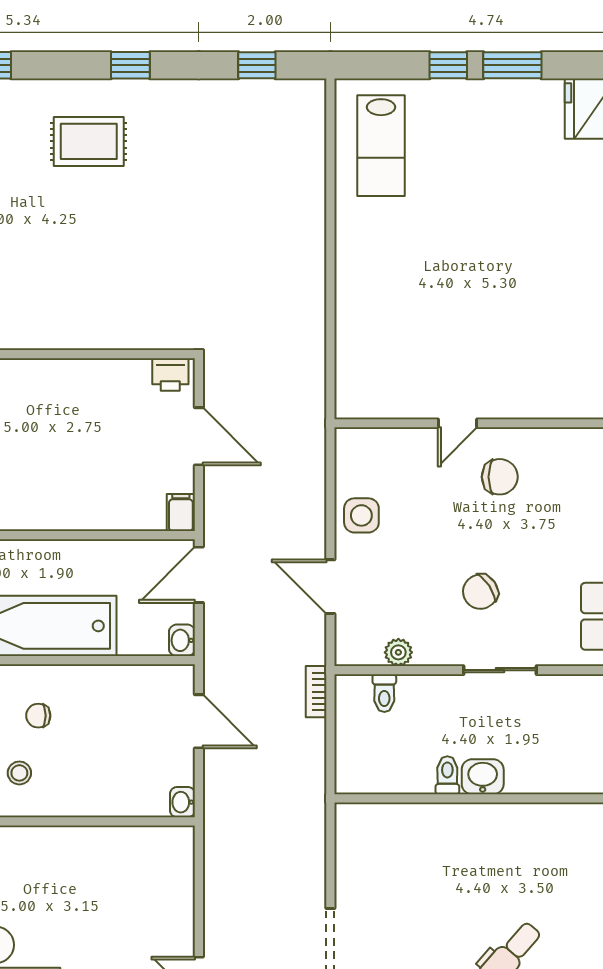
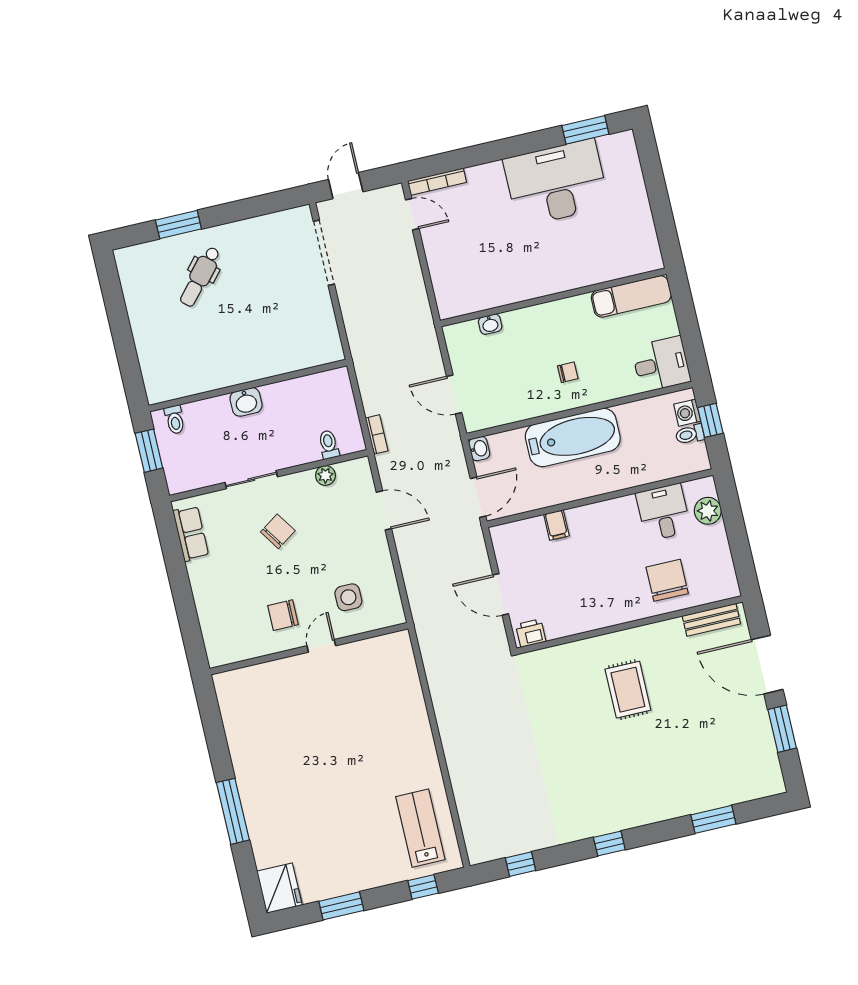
window: (448, 65) -> (423, 887), moved
rug: (89, 141) -> (628, 690), moved, turned 90
filing cabinet: (181, 513) -> (556, 525), moved
side table: (361, 515) -> (348, 597), moved
stool: (19, 773) -> (572, 329), removed
toilet: (447, 775) -> (175, 420), moved
washbasin: (182, 802) -> (490, 324), moved, turned 90

